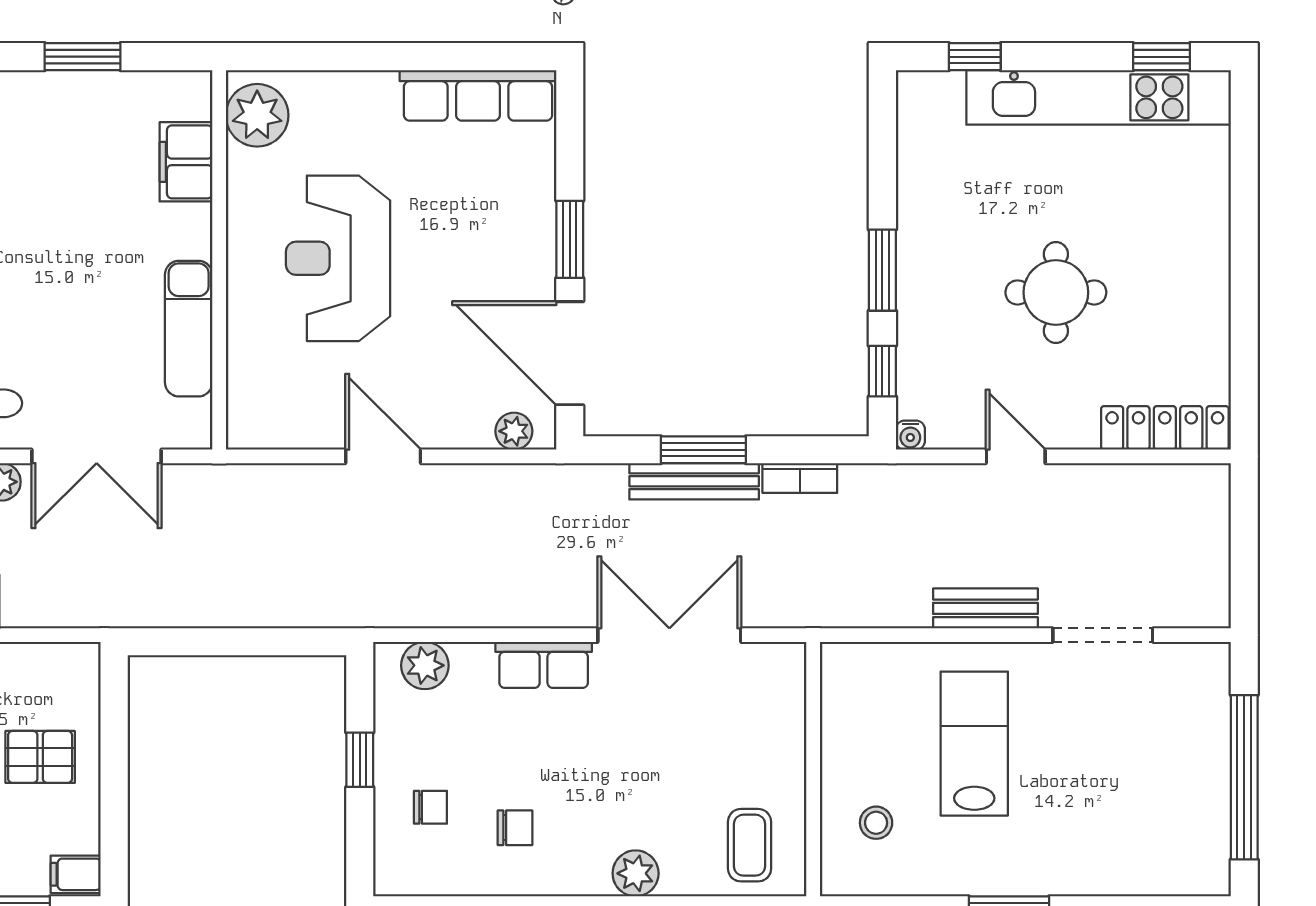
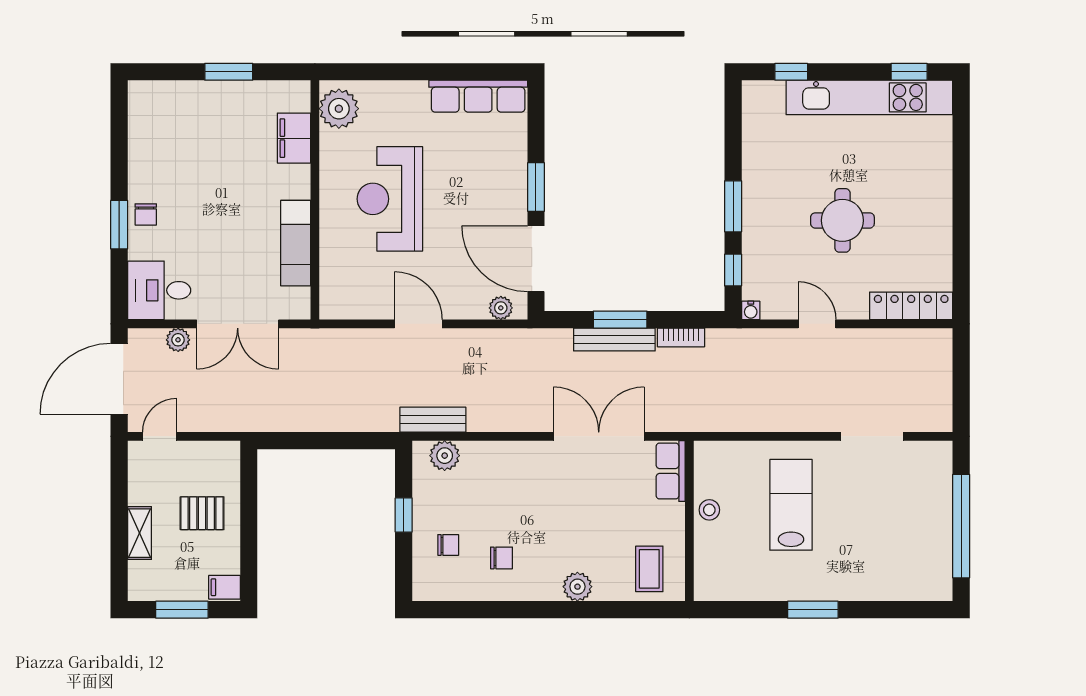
bench: (985, 608) -> (433, 420), moved
row of seats: (544, 665) -> (671, 471), moved, turned 90
stool: (876, 823) -> (709, 510), moved

